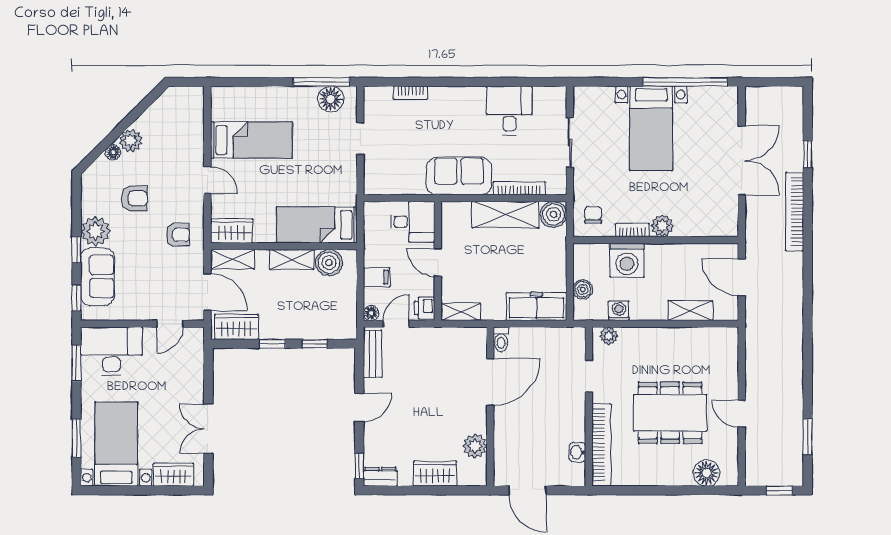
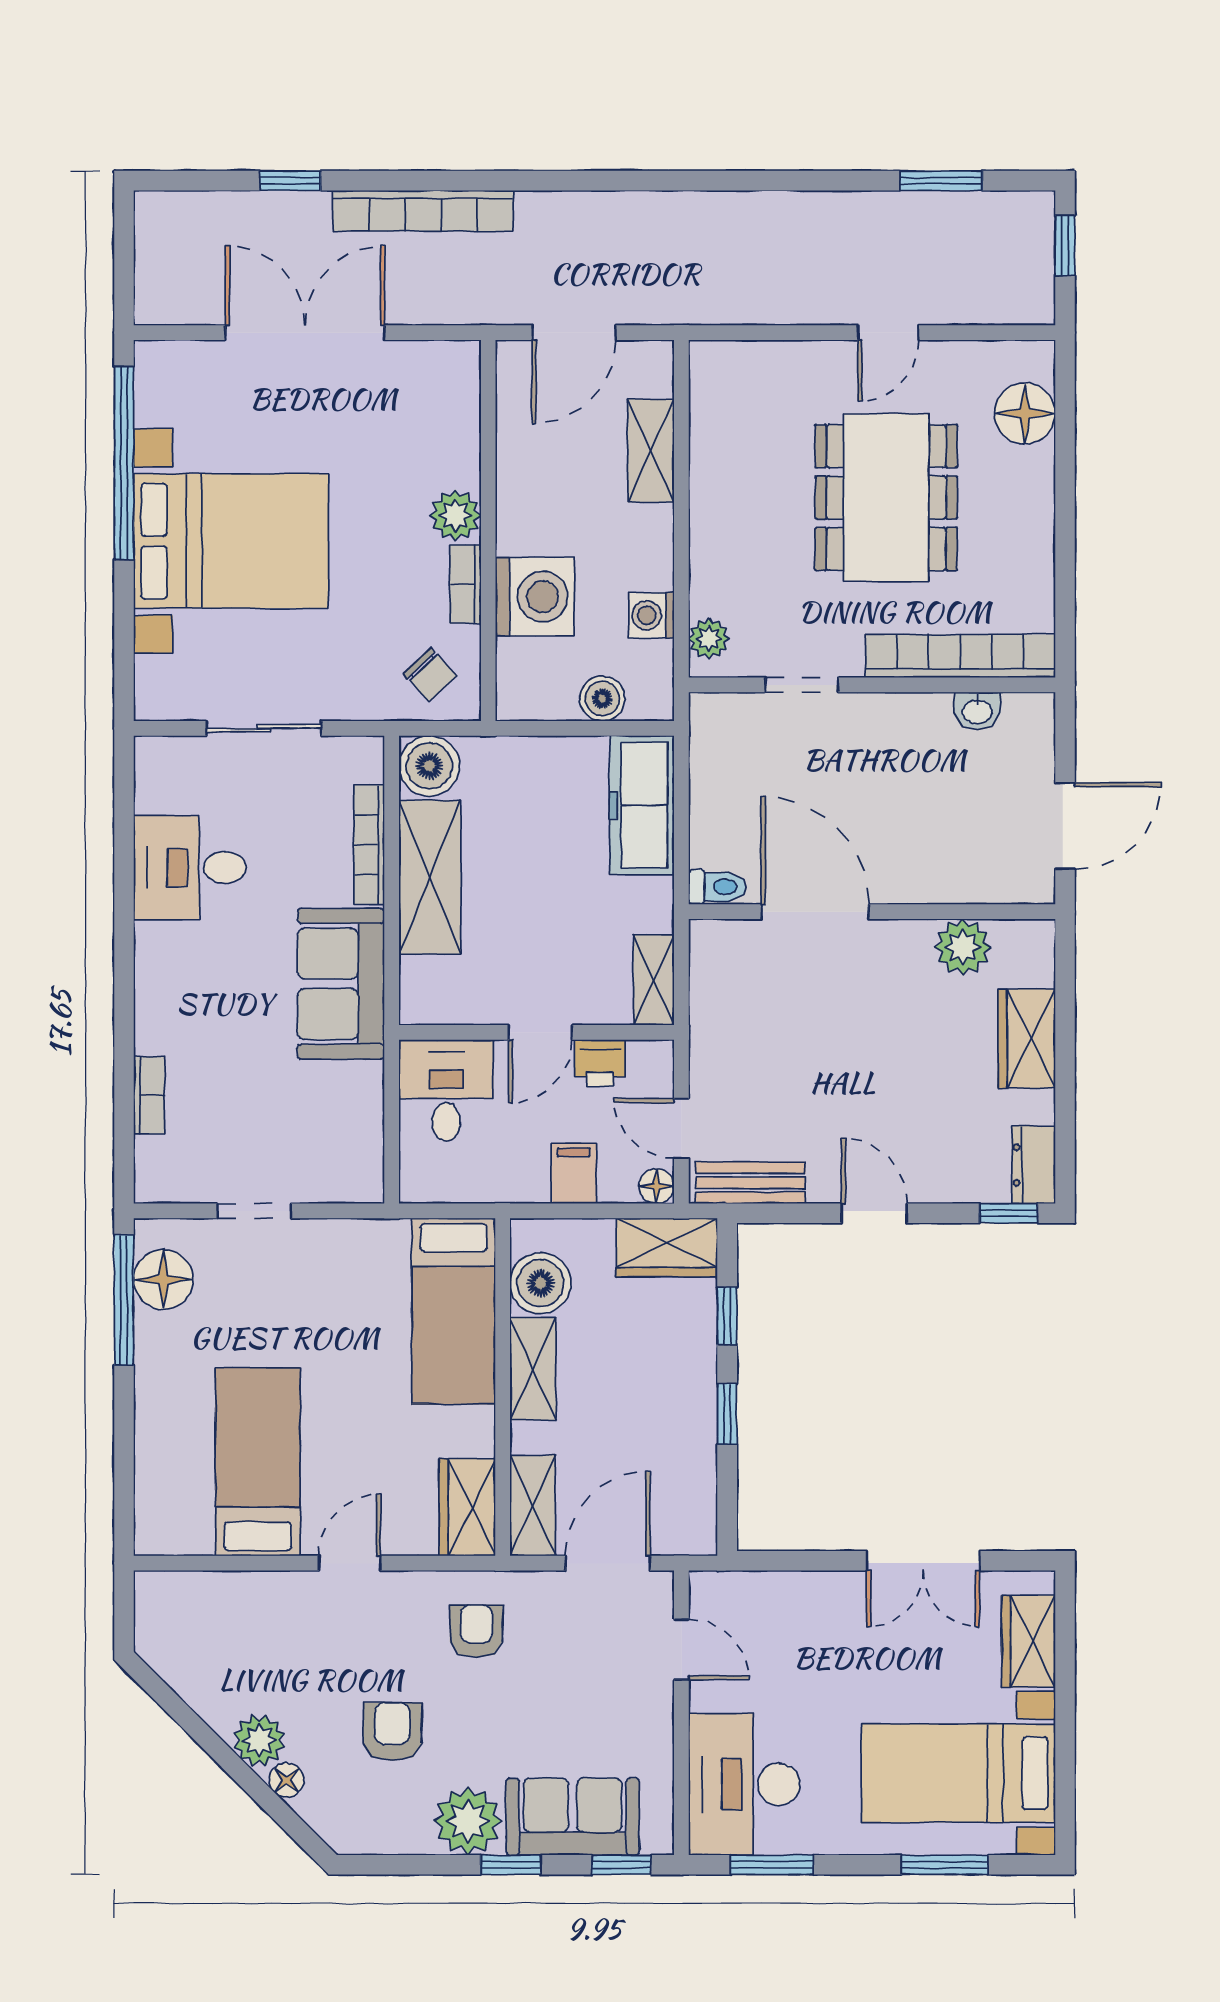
bed with nightstands: (651, 128) -> (231, 541), width x1.36
chair: (593, 215) -> (430, 675), turned -133
printer: (425, 308) -> (600, 1063), moved
wardrobe: (236, 327) -> (667, 1247), moved, turned -90

